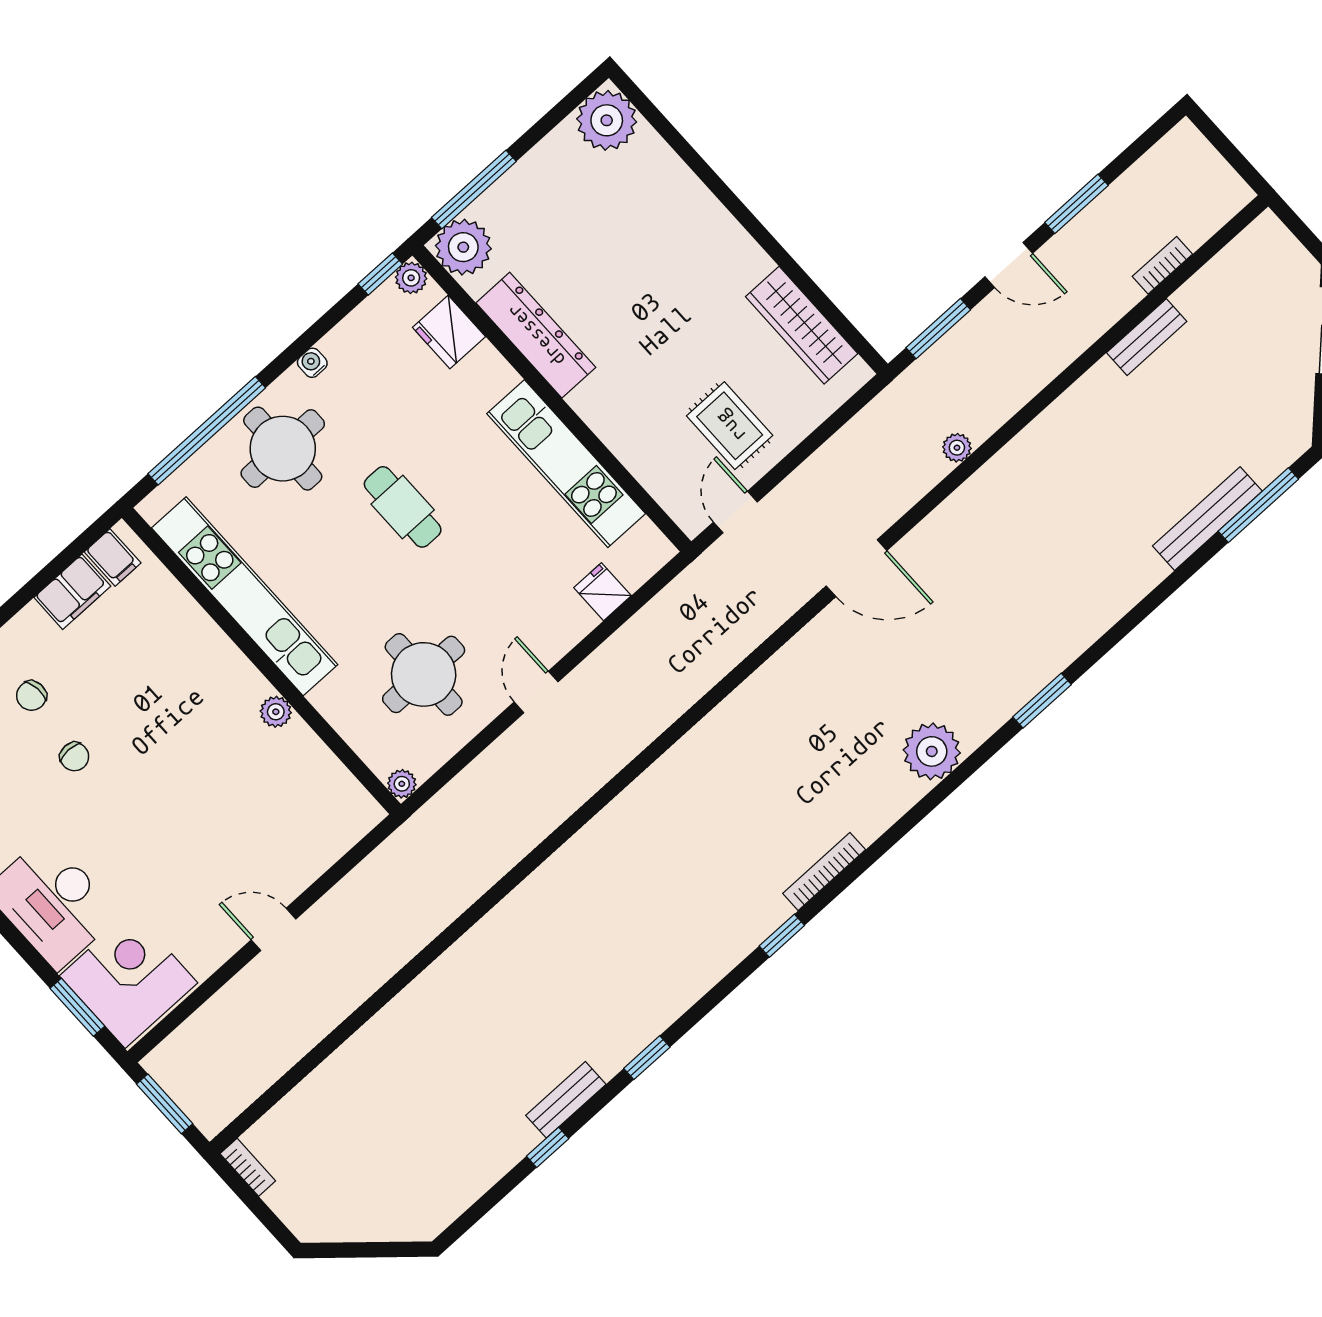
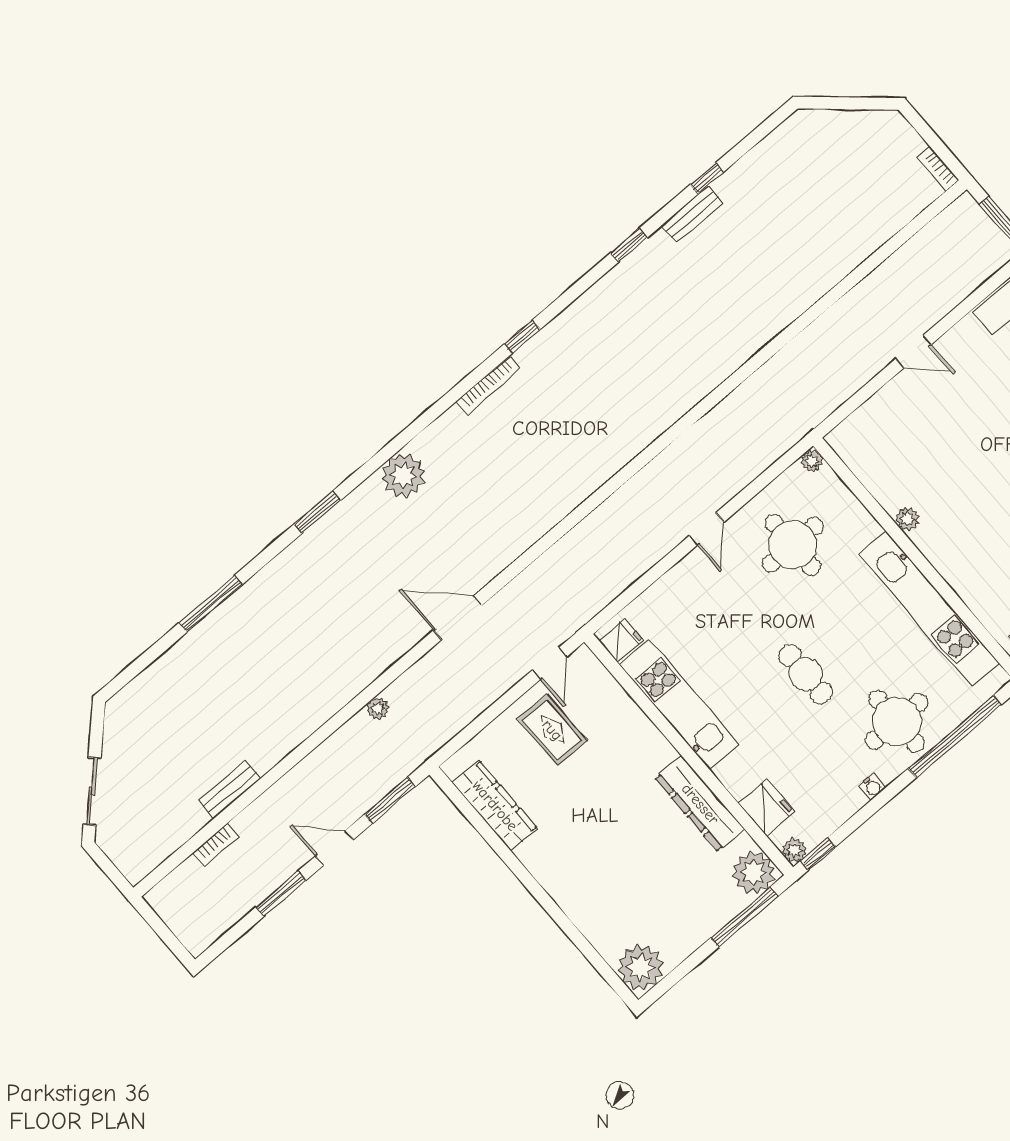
window: (1258, 505) -> (210, 604), moved
bench: (1207, 519) -> (187, 649), removed
fridge: (602, 592) -> (621, 640), moved, turned -90

